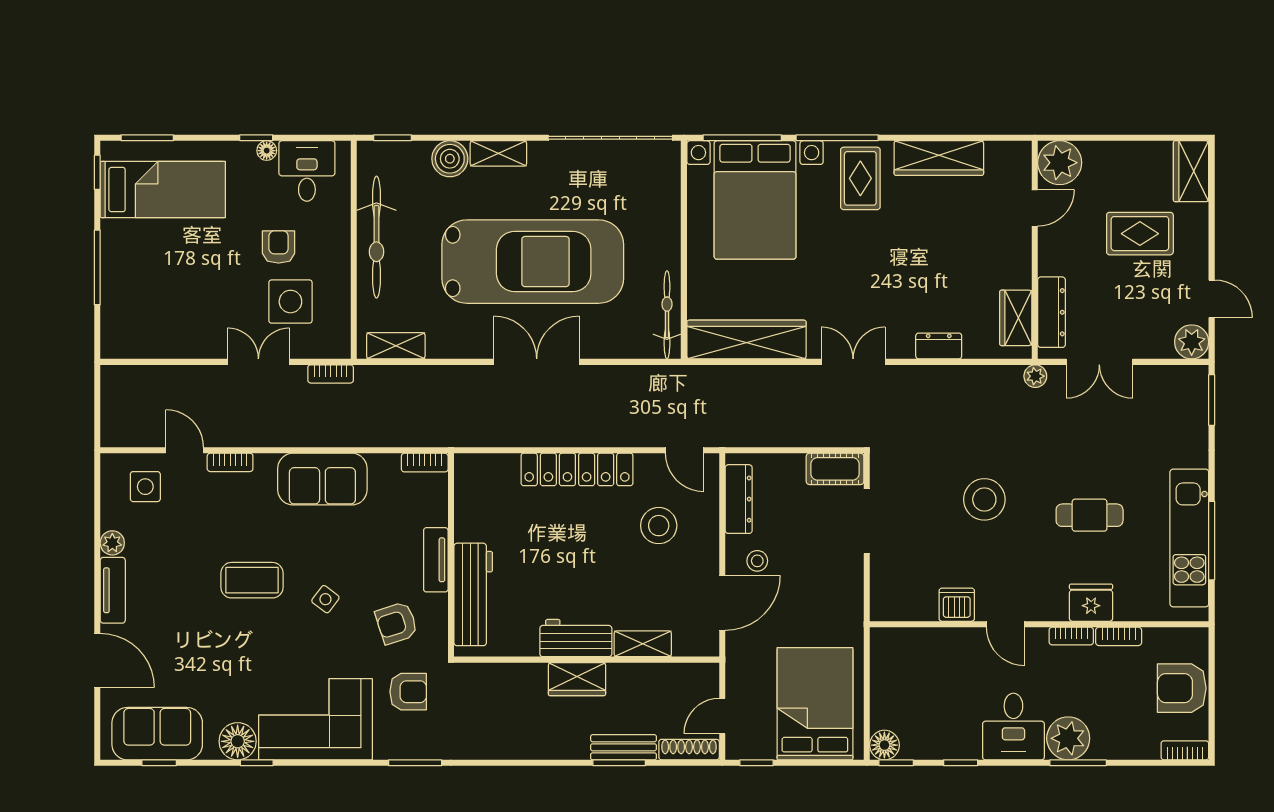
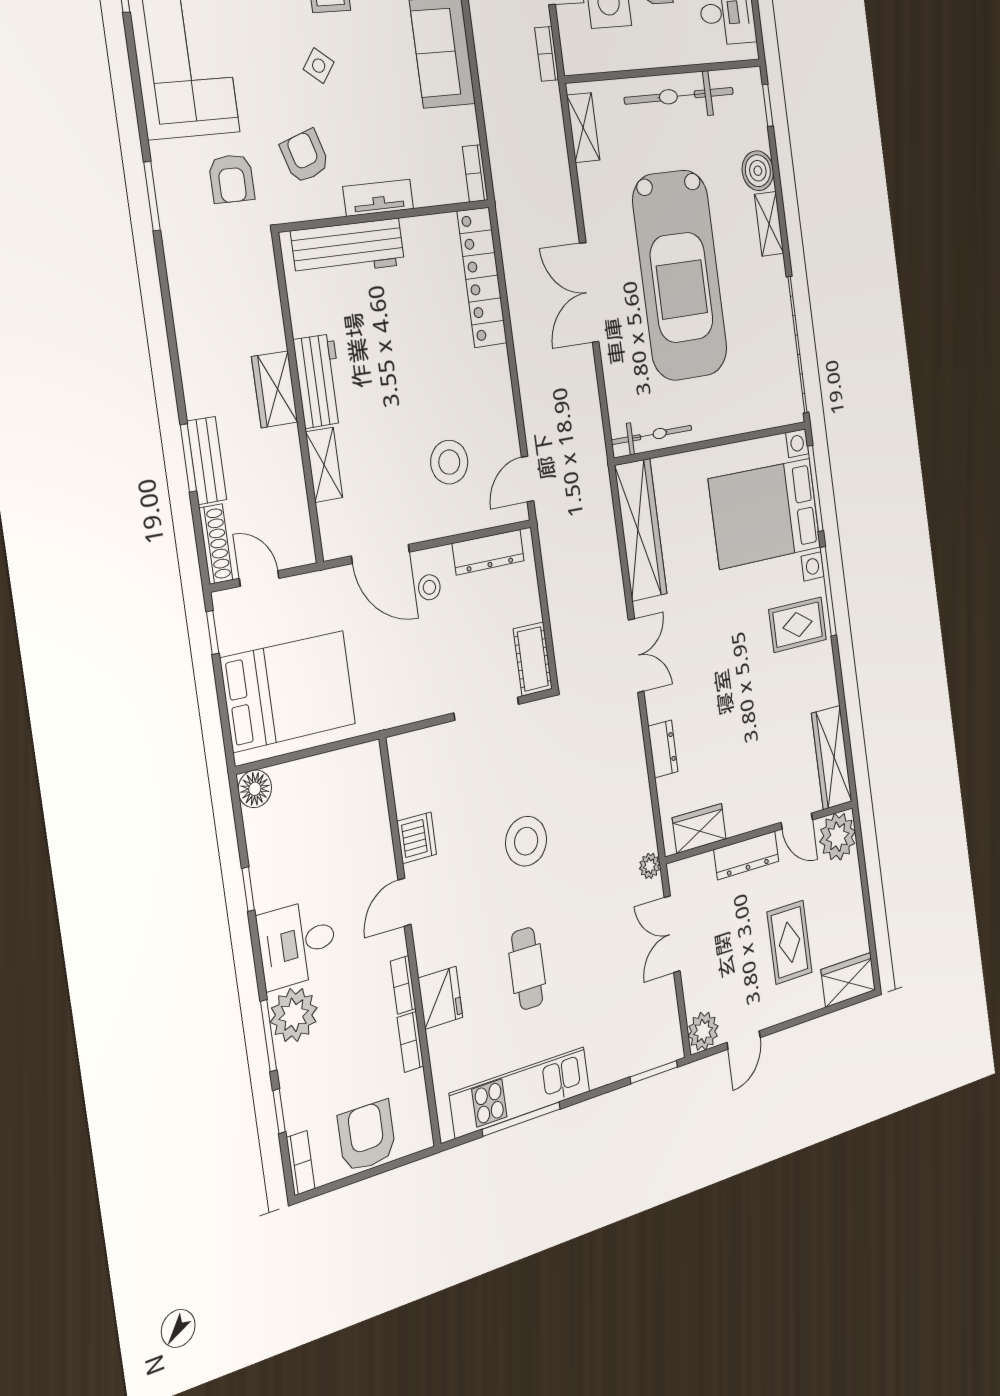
wardrobe: (939, 158) -> (832, 757), moved
dresser: (1052, 312) -> (746, 855), moved
double door: (537, 362) -> (589, 292), swing flipped
locker: (577, 469) -> (482, 277), moved
window: (896, 763) -> (279, 1111), moved

